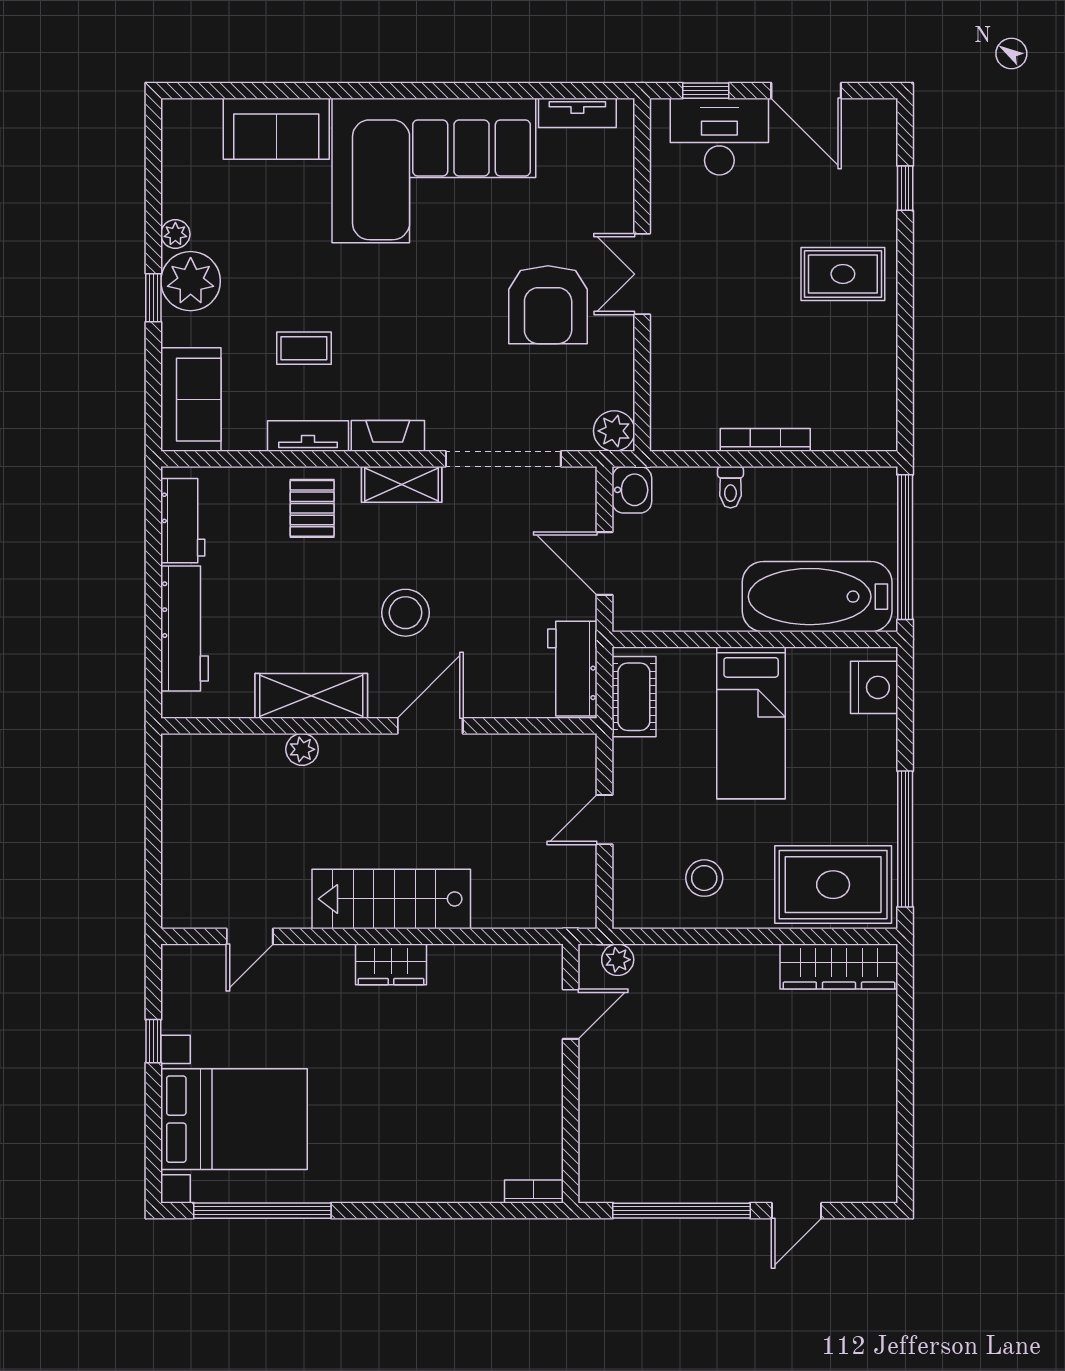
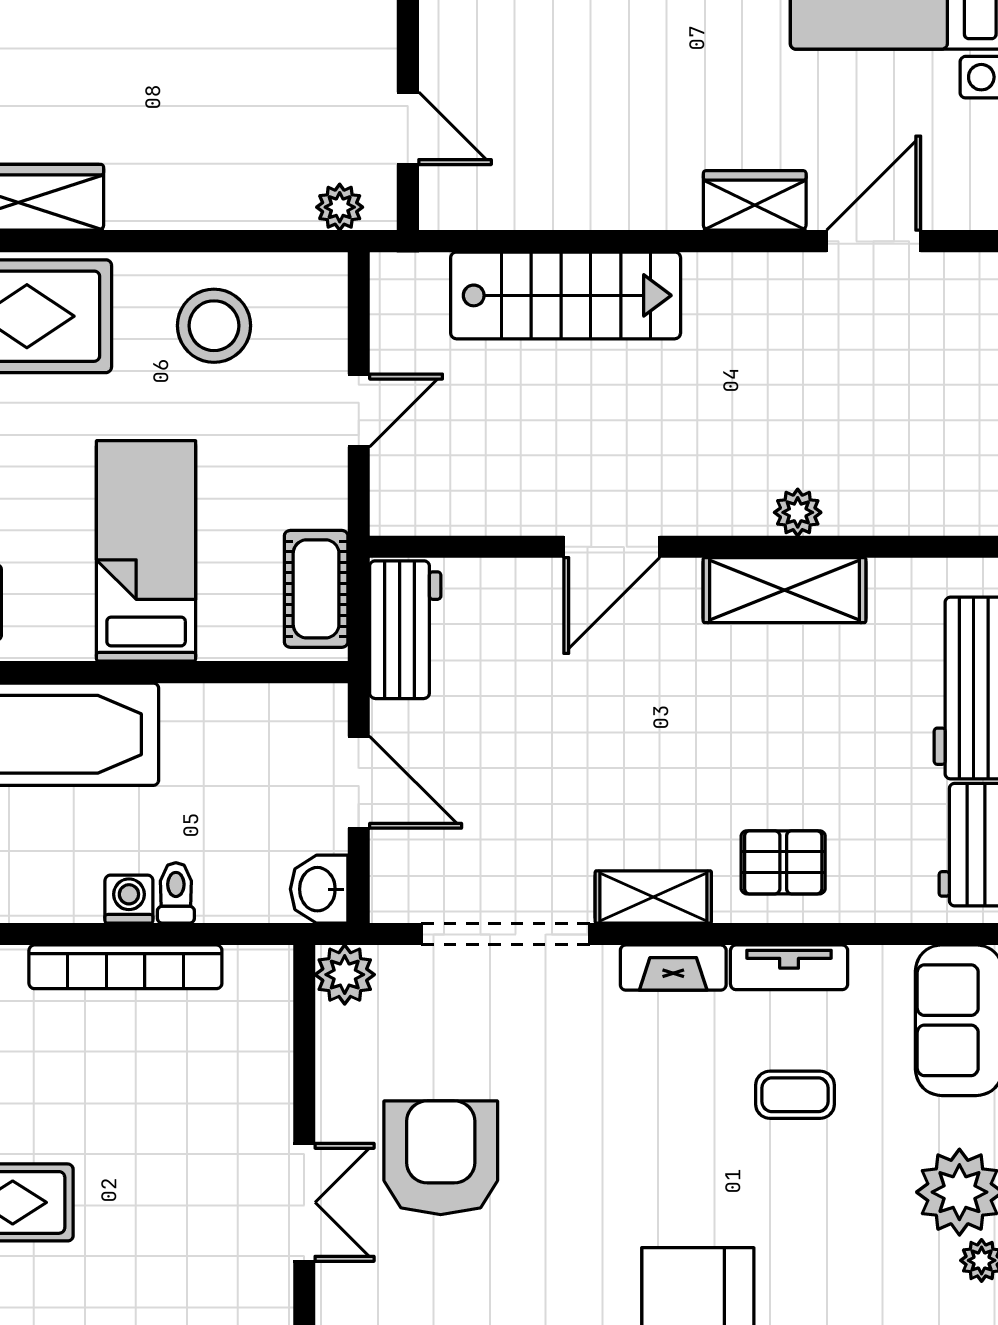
bookcase: (765, 440) -> (125, 967), width x1.48, depth x1.31
washing machine: (763, 483) -> (129, 899), added
pallet: (312, 508) -> (783, 862), turned 90
stool: (406, 613) -> (648, 711), removed
stool: (704, 878) -> (214, 326), width x1.38, depth x1.38
stairs: (391, 899) -> (566, 295), moved
door: (250, 936) -> (874, 241), width x1.38
wardrobe: (391, 964) -> (755, 200), moved
door: (571, 1014) -> (408, 128), swing flipped

